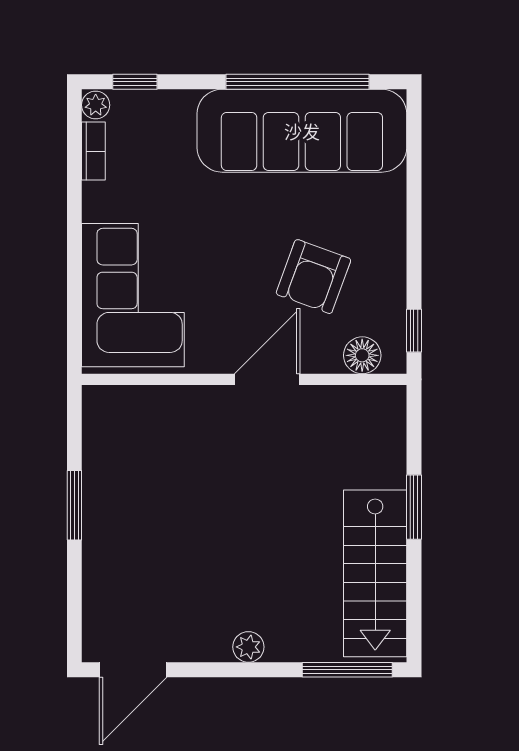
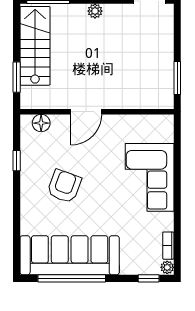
floor lamp: (362, 355) -> (41, 123), moved
wall: (244, 379) -> (97, 112), moved
door: (267, 379) -> (86, 112), moved

